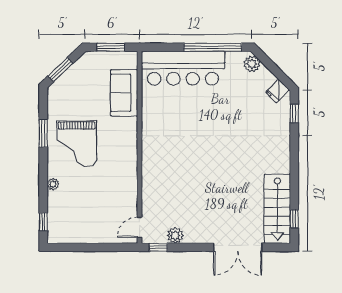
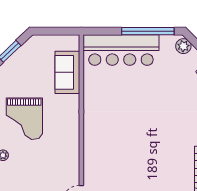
window: (111, 47) -> (55, 31), removed

